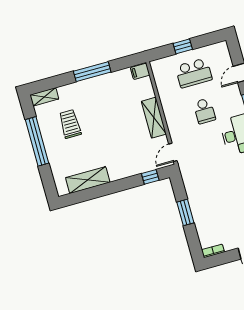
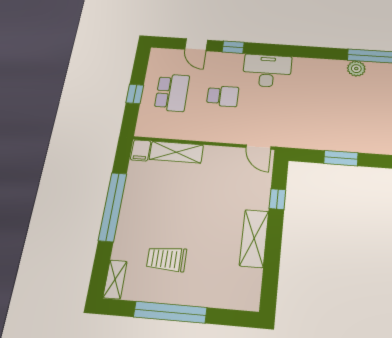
window: (92, 72) -> (113, 207), width x1.46
shelving: (154, 118) -> (176, 152), moved
window: (150, 177) -> (277, 199), moved
shelving: (88, 180) -> (254, 238), moved

